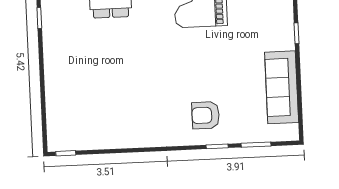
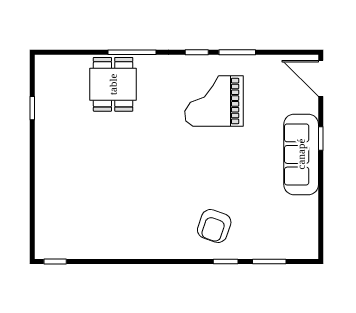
sofa: (282, 87) -> (301, 154), moved
armchair: (206, 115) -> (214, 226), turned -71

